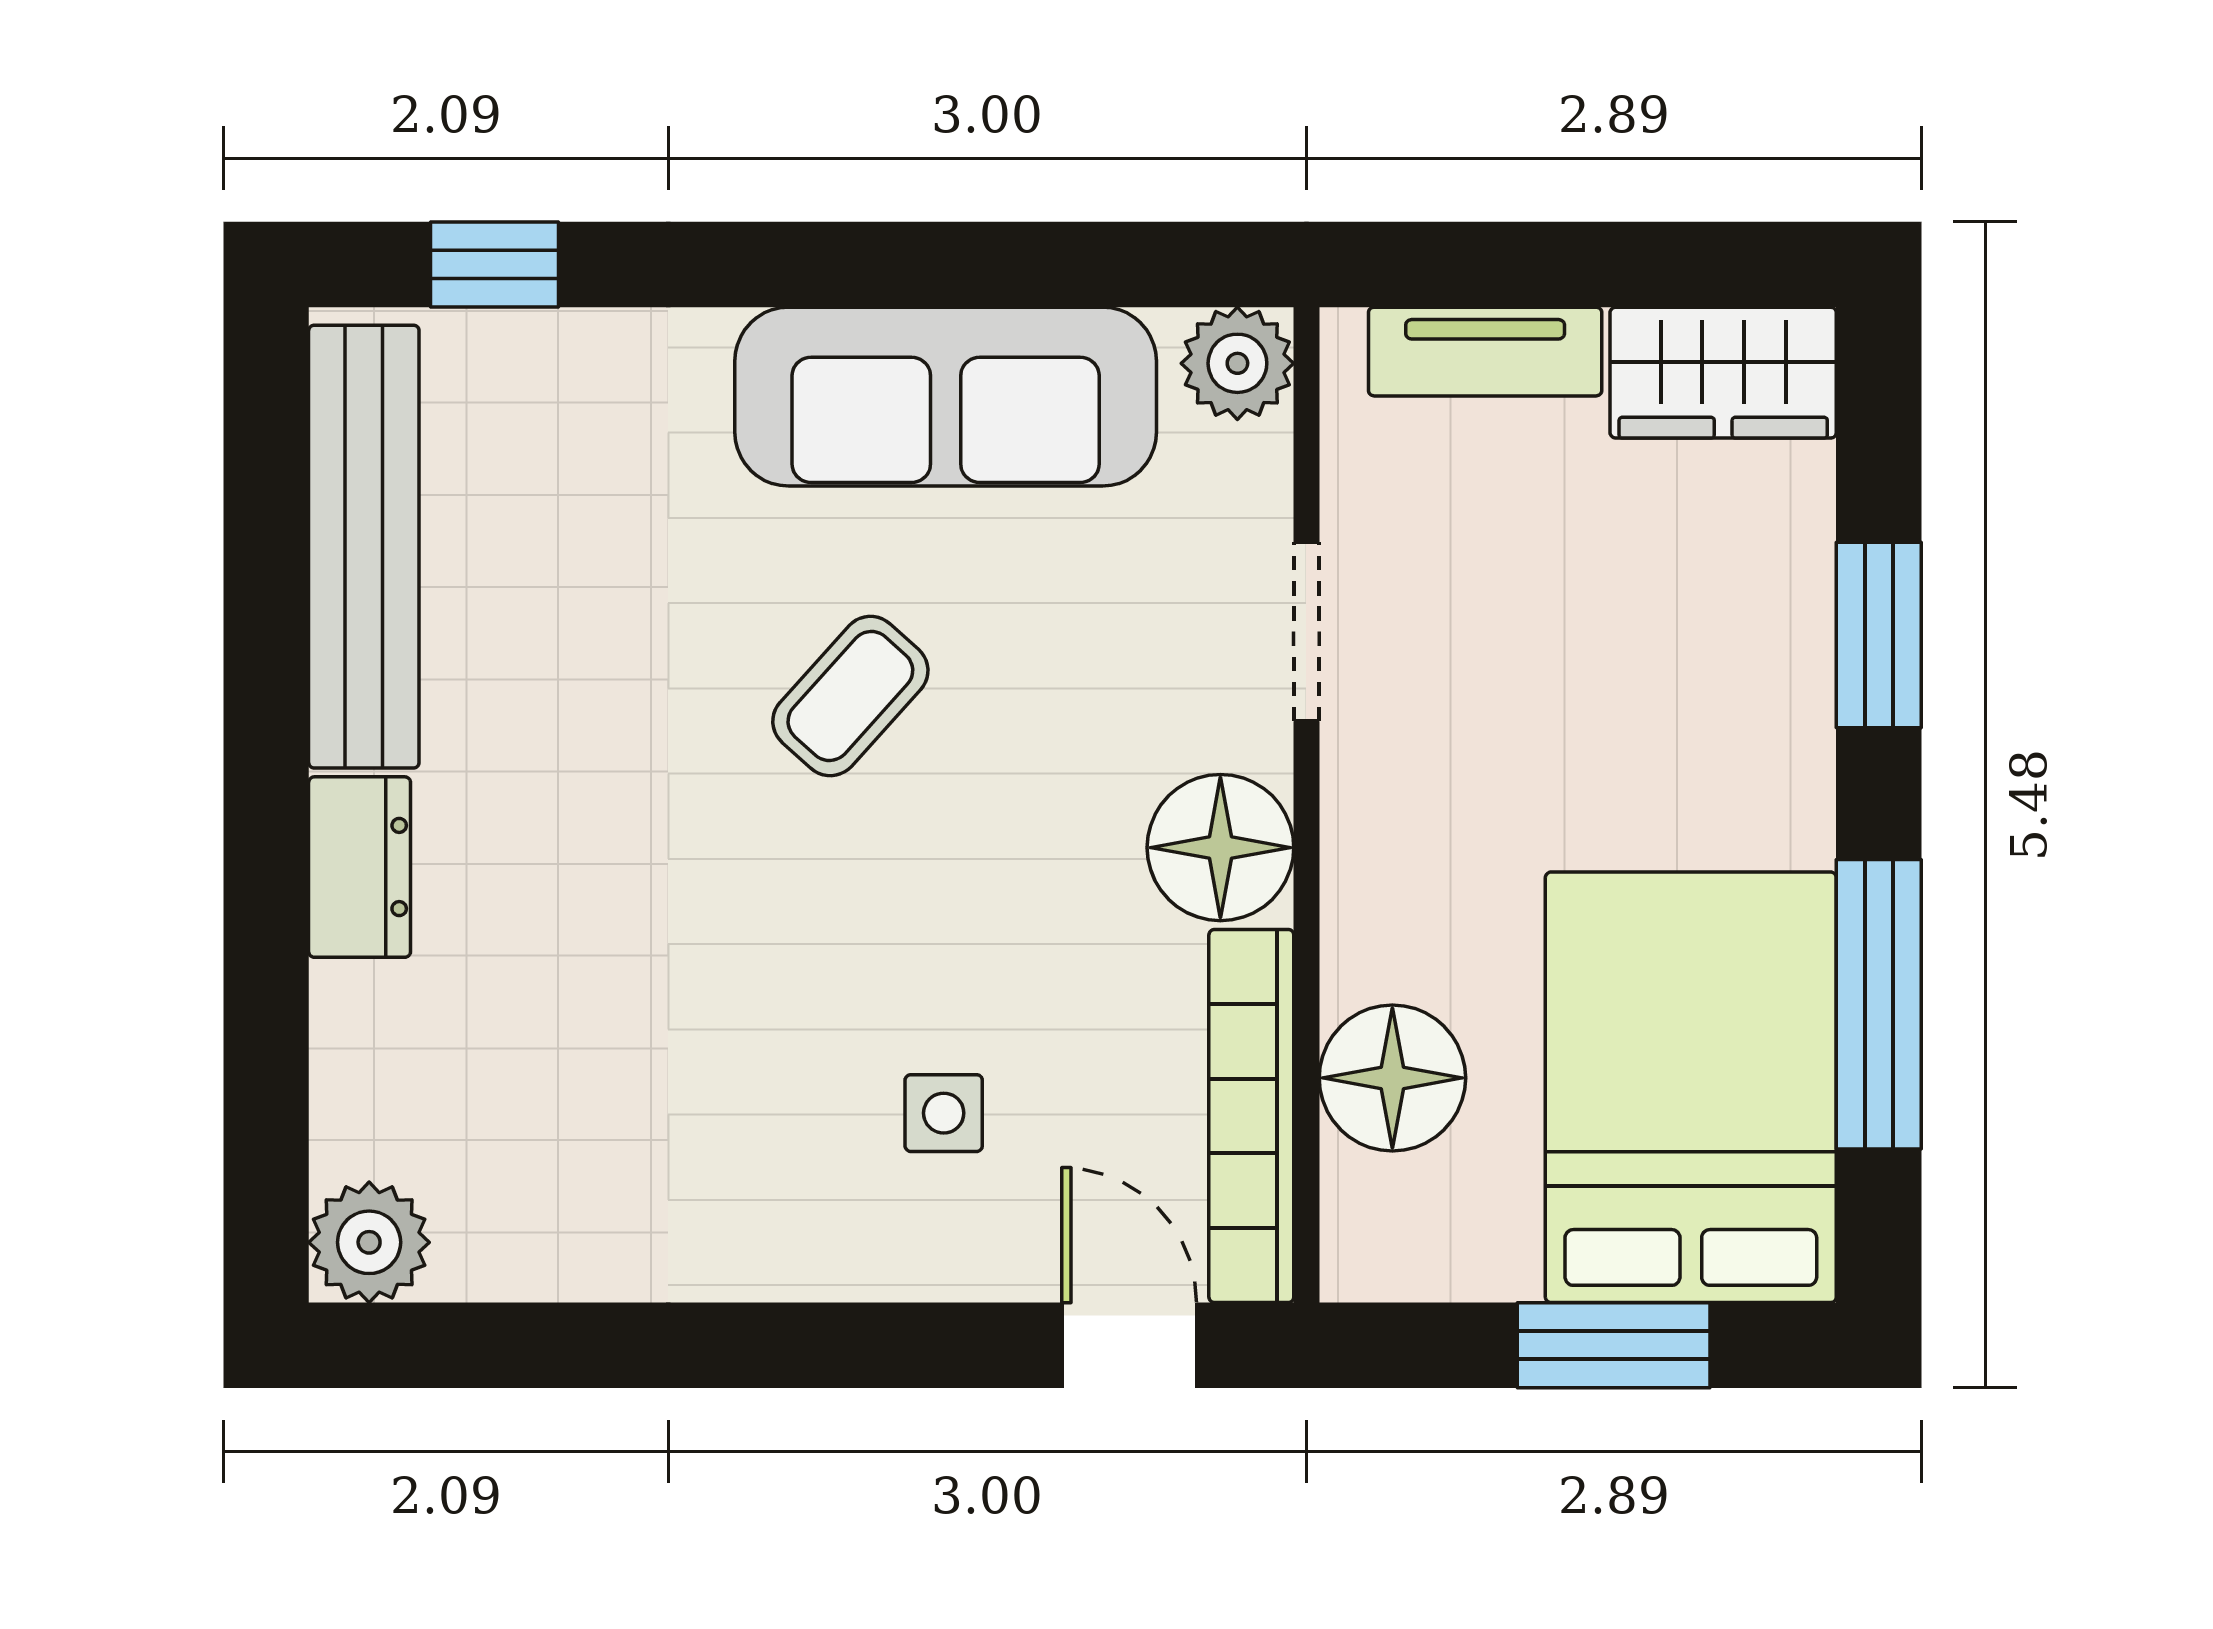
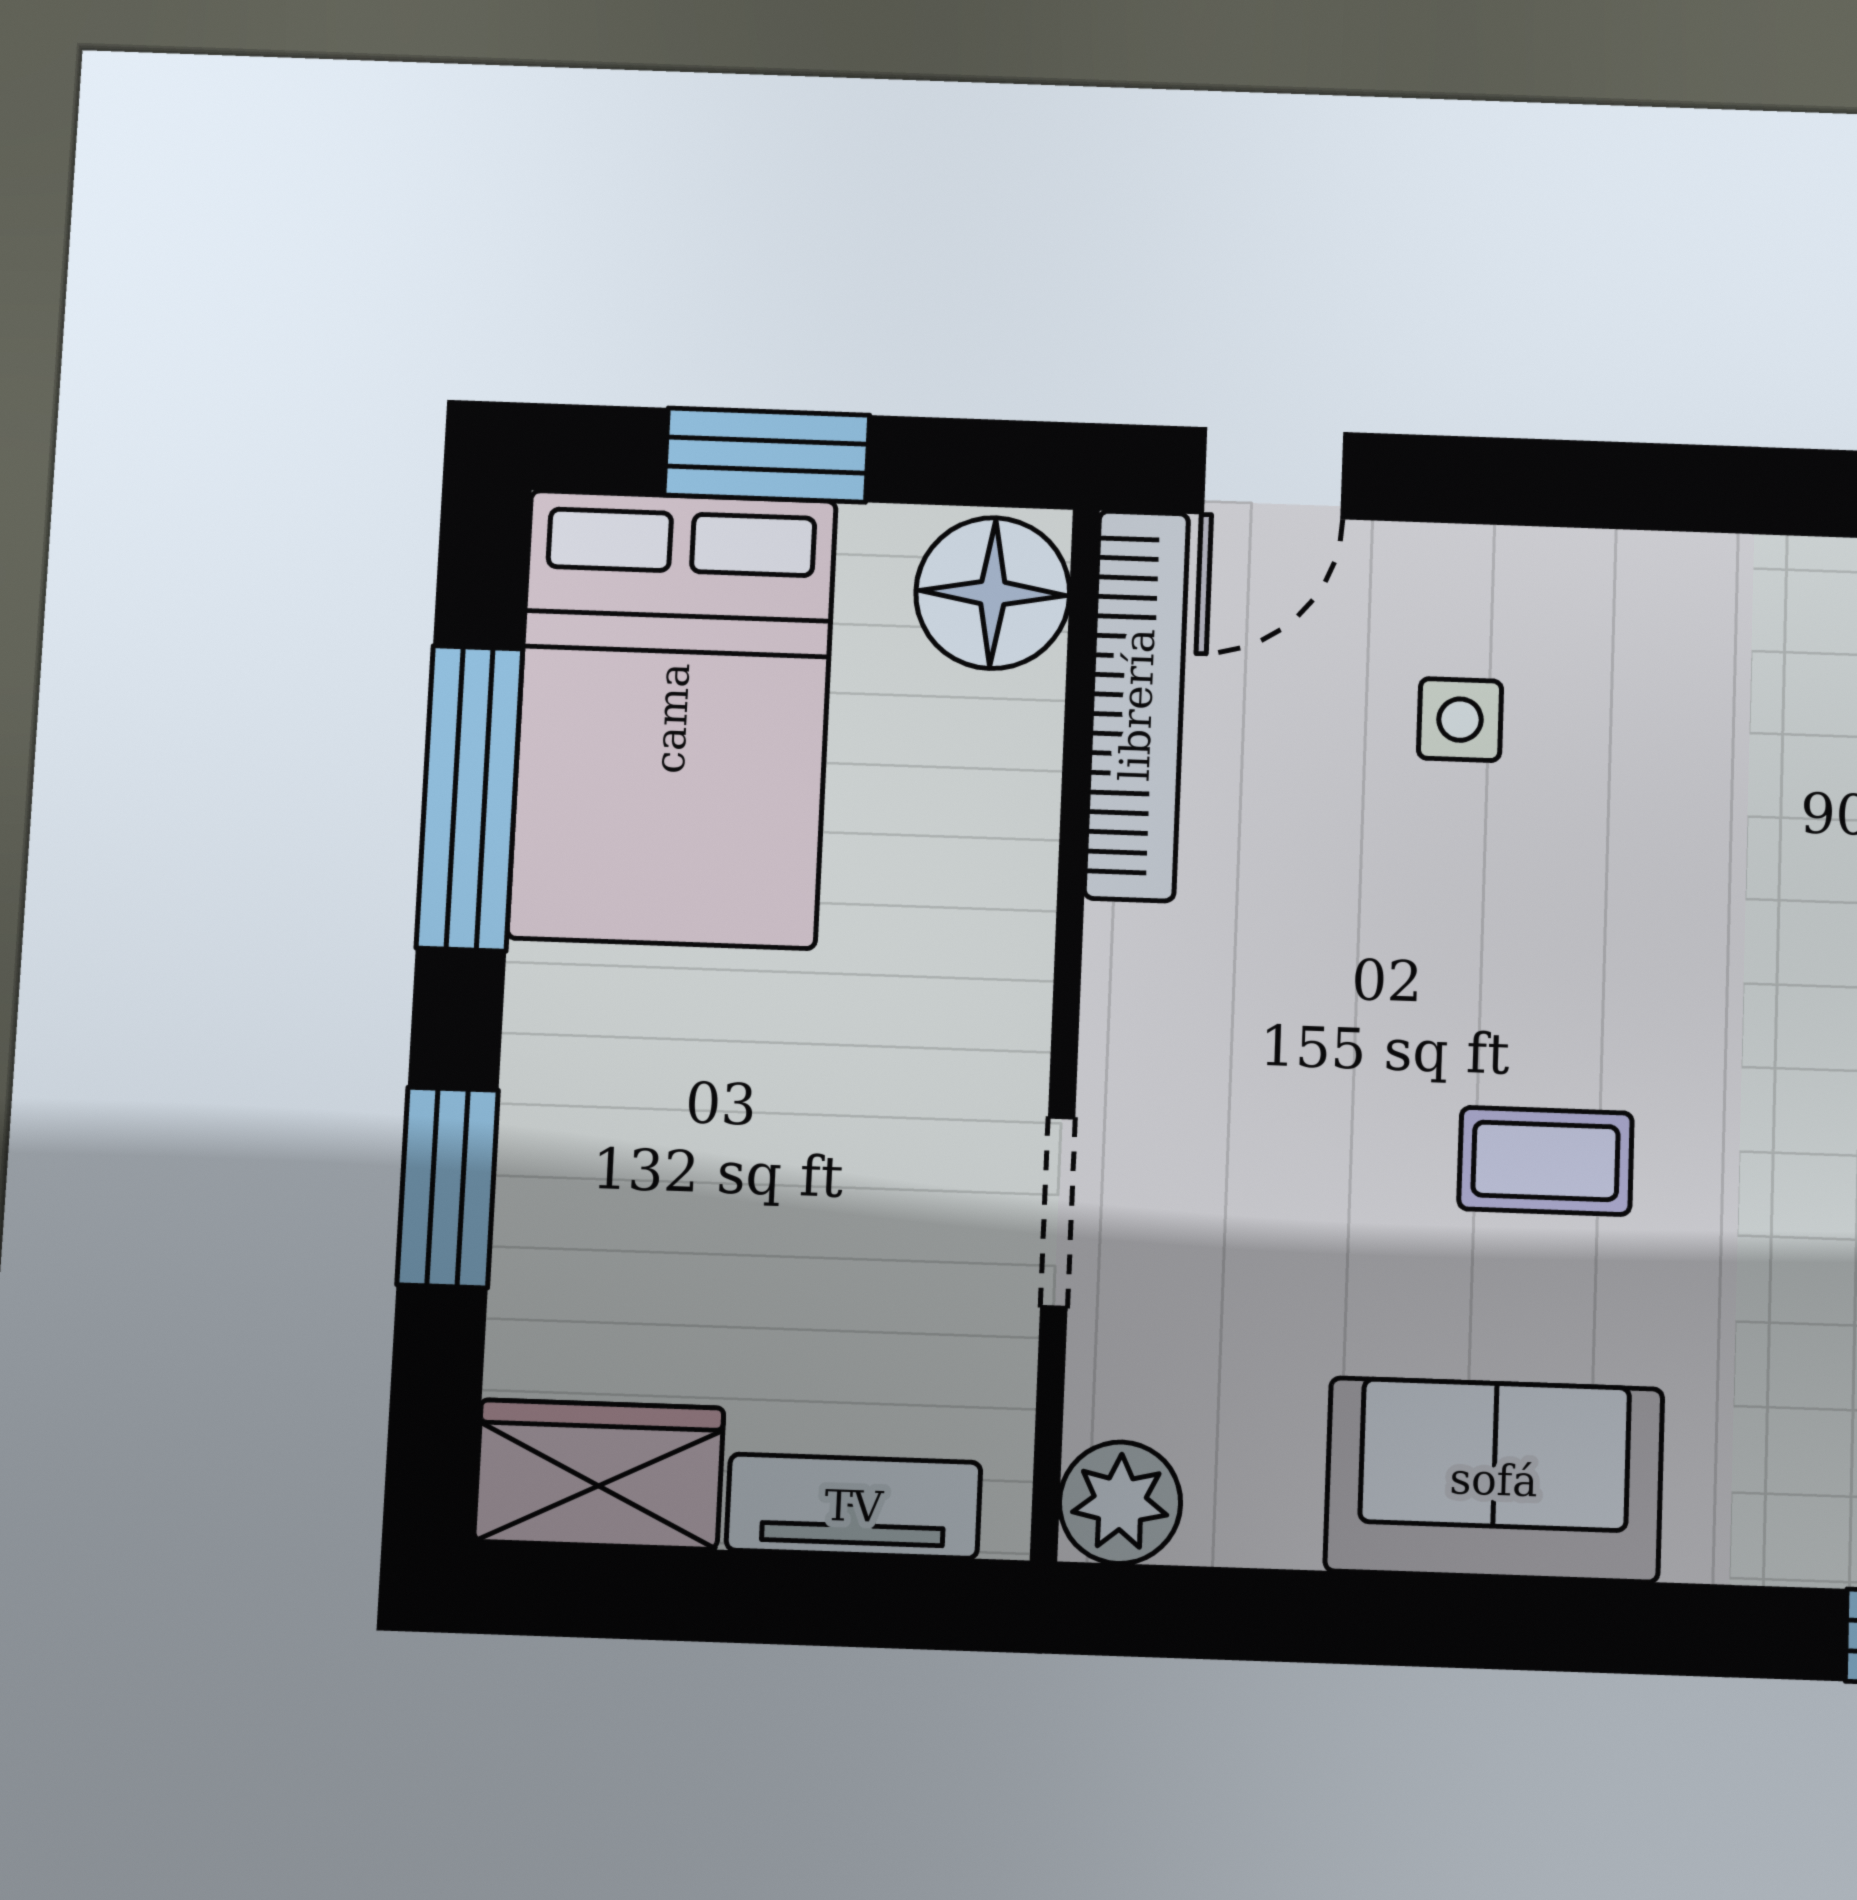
sofa: (946, 397) -> (1494, 1480), width x0.73
coffee table: (850, 696) -> (1546, 1161), turned 48
floor lamp: (1220, 848) -> (1158, 987), removed
floor lamp: (1392, 1078) -> (993, 593), moved
door: (1129, 1345) -> (1274, 473), hinge flipped

